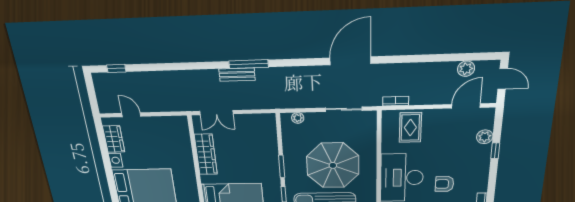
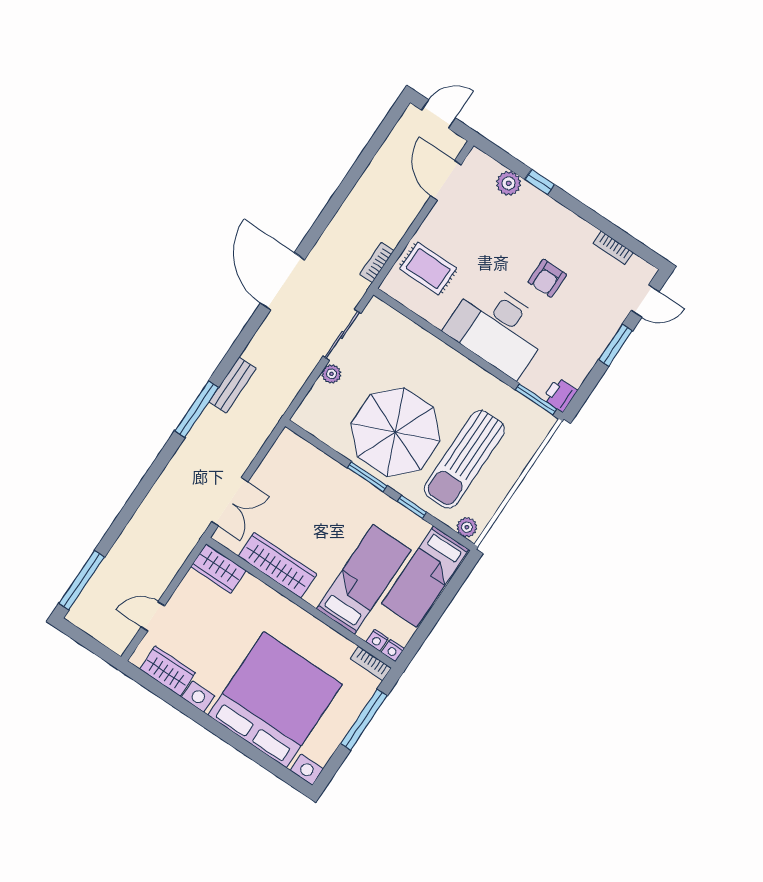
window: (116, 68) -> (82, 580), width x2.17
plant: (466, 69) -> (393, 150), removed
bench: (237, 75) -> (233, 385), moved
plant: (298, 118) -> (332, 374), moved
wardrobe: (180, 129) -> (218, 569), added
parasol: (333, 165) -> (395, 432), moved

